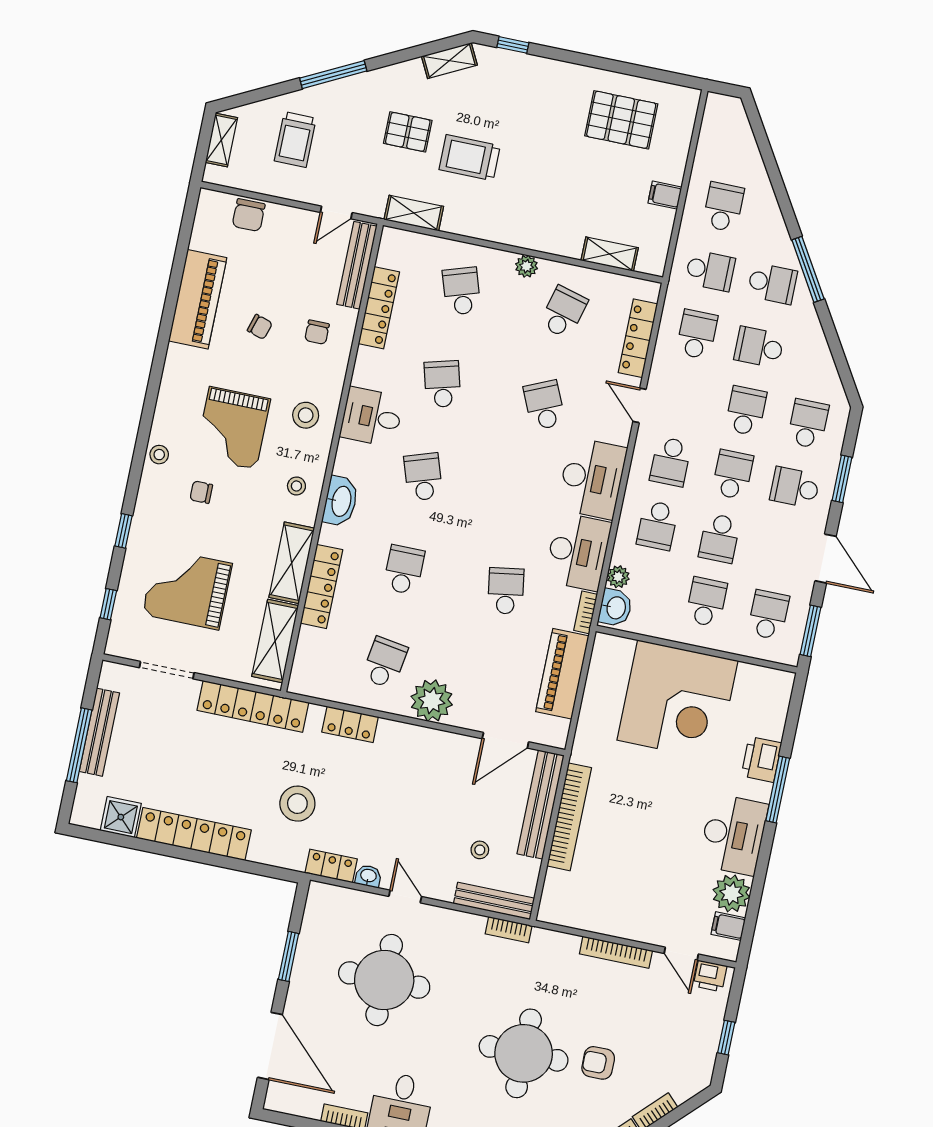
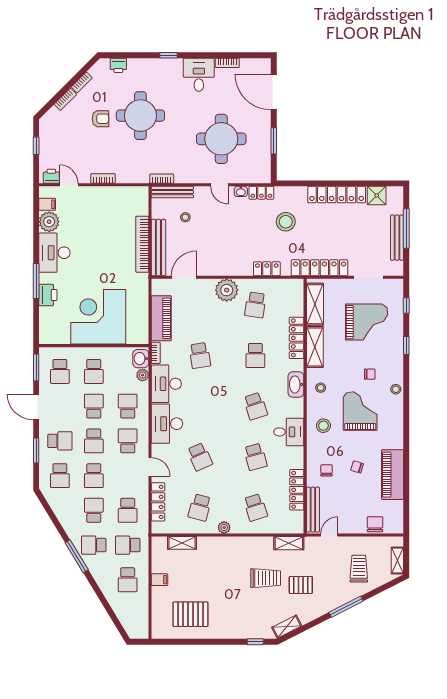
school desk: (759, 347) -> (94, 510), turned -90
bookcase: (616, 952) -> (103, 179), width x0.64

